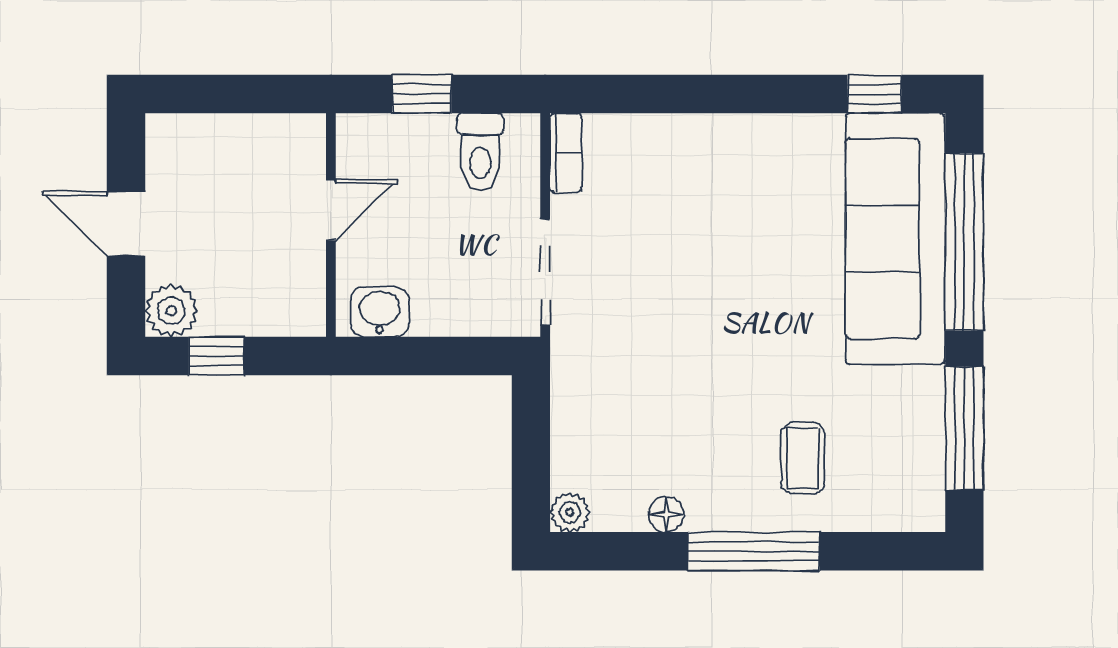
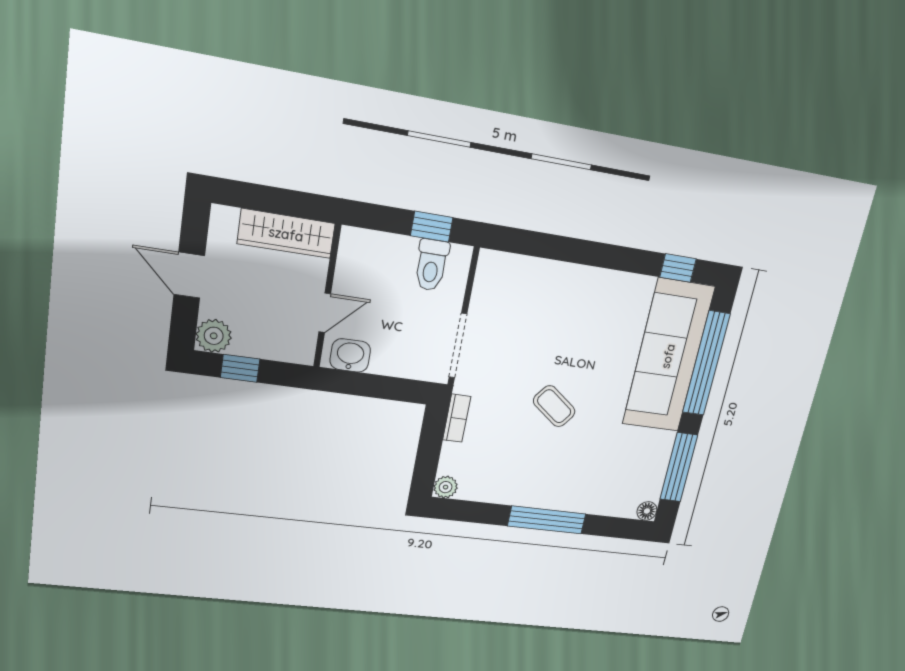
window: (422, 94) -> (432, 227), moved
wardrobe: (257, 140) -> (286, 234), added
bookcase: (566, 153) -> (457, 418), moved
door: (331, 210) -> (325, 313), moved
coffee table: (803, 458) -> (554, 406), moved, turned -53
floor lamp: (666, 515) -> (647, 511), moved

